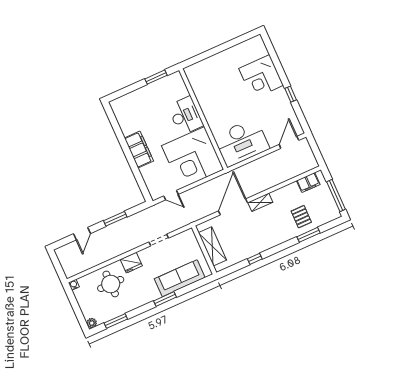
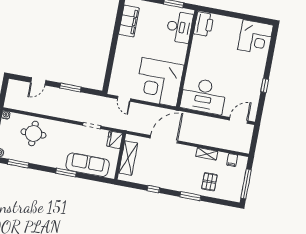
printer: (196, 77) -> (204, 24), added
corner desk: (261, 77) -> (255, 37), moved, turned -90
desk: (185, 116) -> (179, 27), moved
filing cabinet: (139, 149) -> (129, 21), moved
filing cabinet: (308, 183) -> (232, 160), width x0.50
shelving: (260, 202) -> (207, 154), moved
window: (308, 235) -> (190, 196), moved
fridge: (131, 263) -> (115, 140), moved, turned 90

